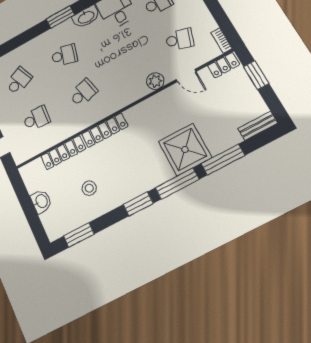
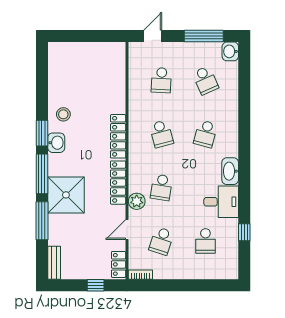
window: (60, 17) -> (244, 148), removed
school desk: (131, 66) -> (161, 187), added
window: (256, 75) -> (96, 285), width x0.67
locker: (63, 153) -> (118, 183), moved
stool: (89, 188) -> (63, 114), moved
washbasin: (41, 201) -> (56, 143), moved, turned -90
window: (79, 235) -> (42, 70), removed

